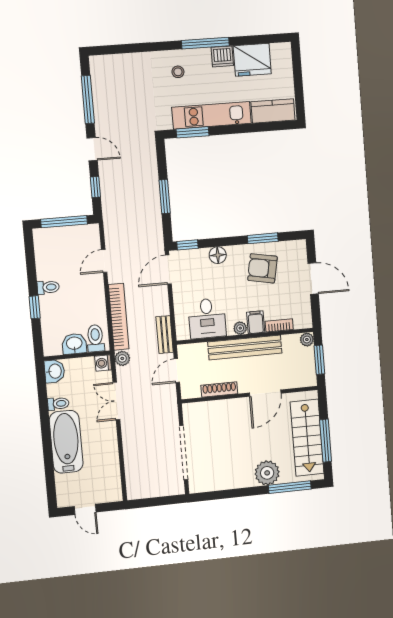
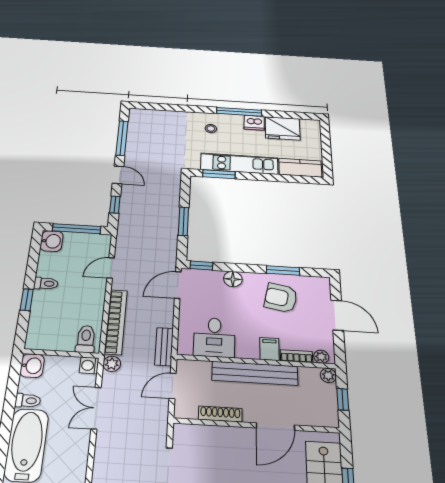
plant: (240, 328) -> (321, 357), moved
washbasin: (74, 344) -> (52, 241), moved, turned 90
window: (319, 360) -> (343, 399), width x0.67

